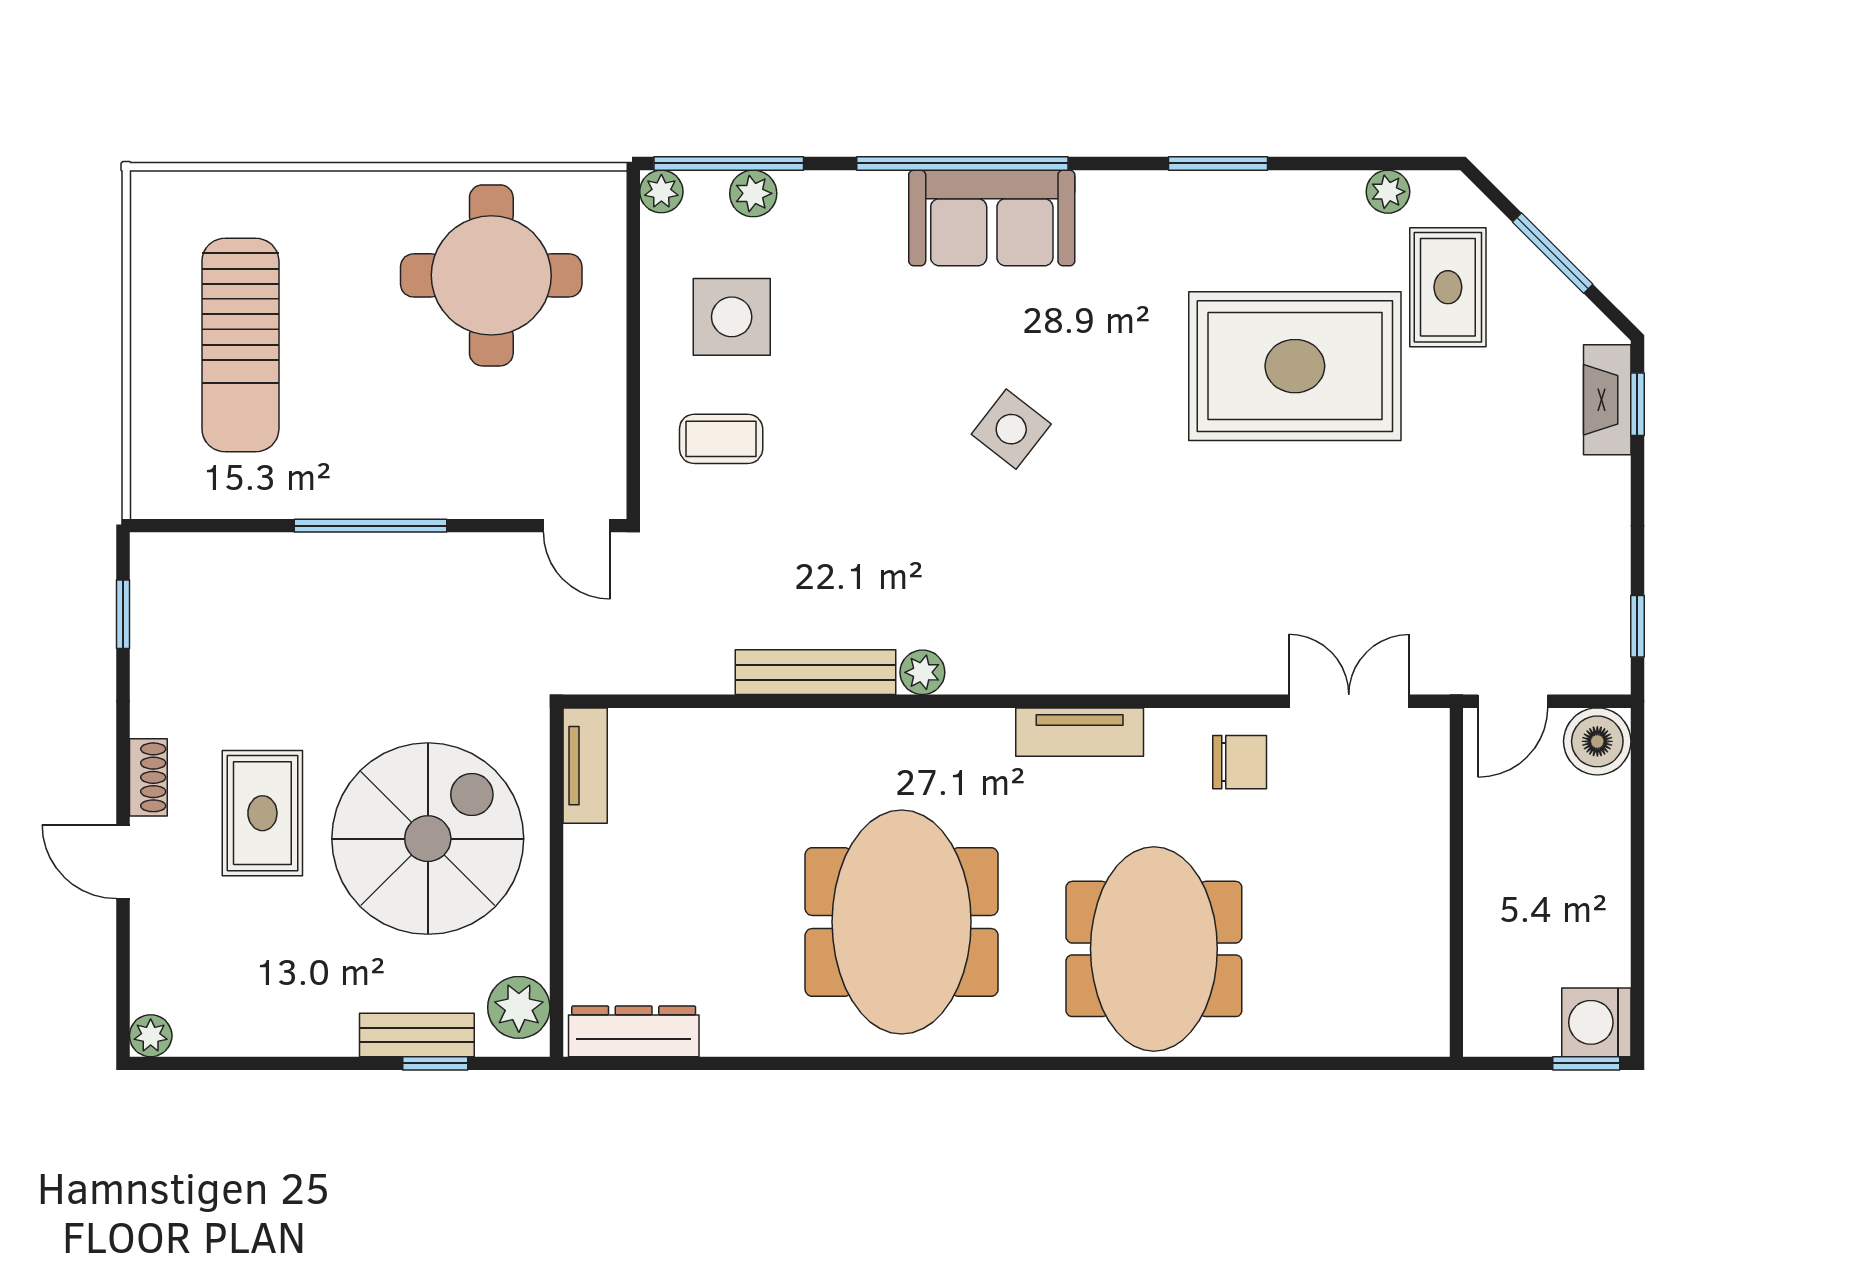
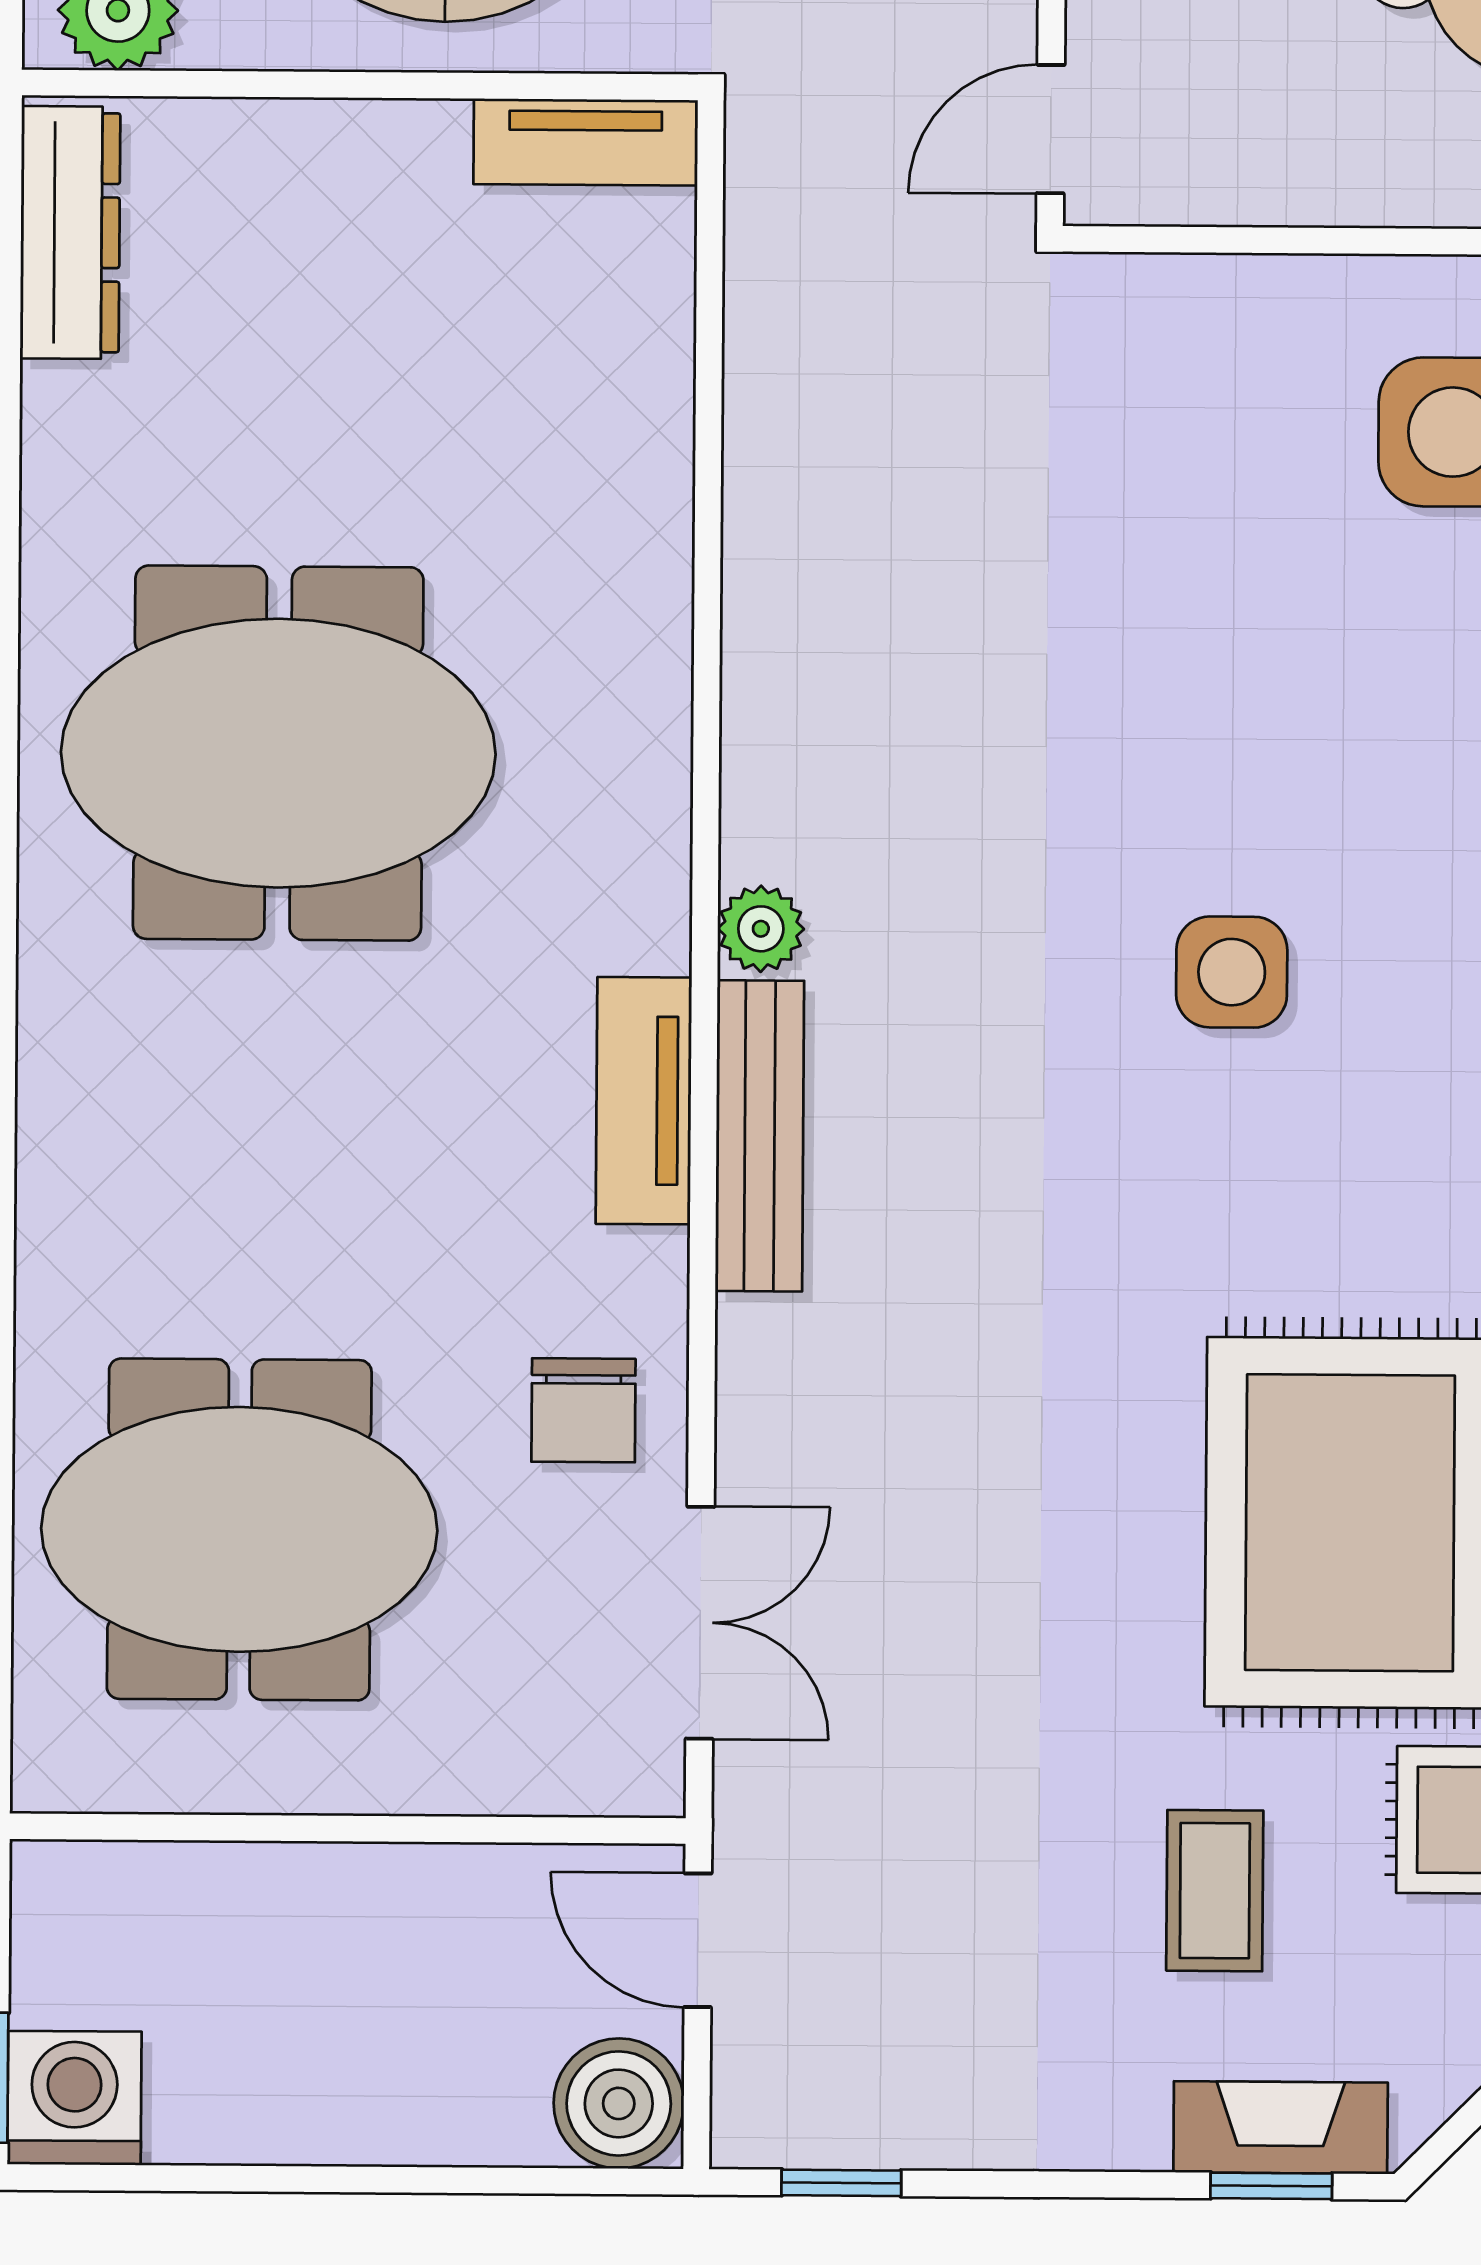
side table: (1011, 429) -> (1232, 972), turned -38
coffee table: (721, 439) -> (1215, 1891), moved
bench: (816, 672) -> (760, 1136), moved
plant: (922, 672) -> (761, 929), moved
meeting table: (1154, 949) -> (239, 1529), moved

